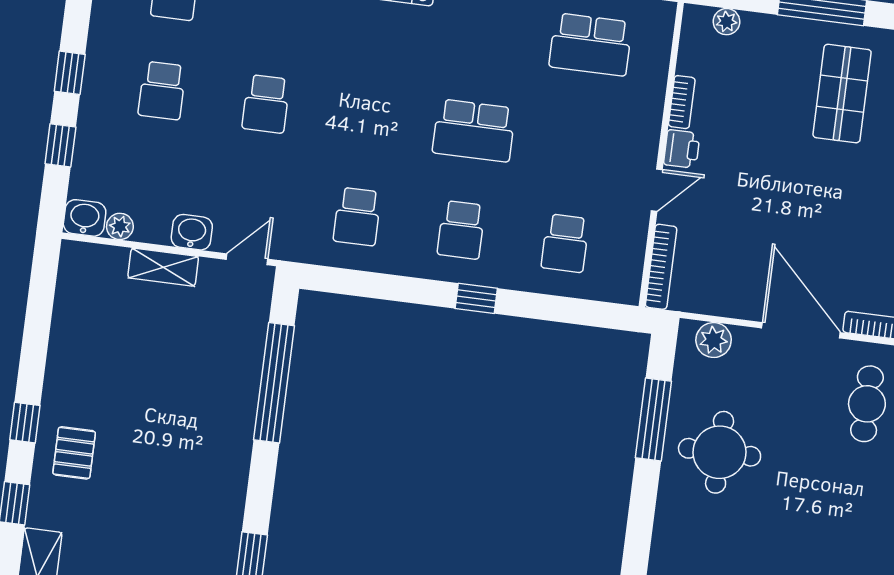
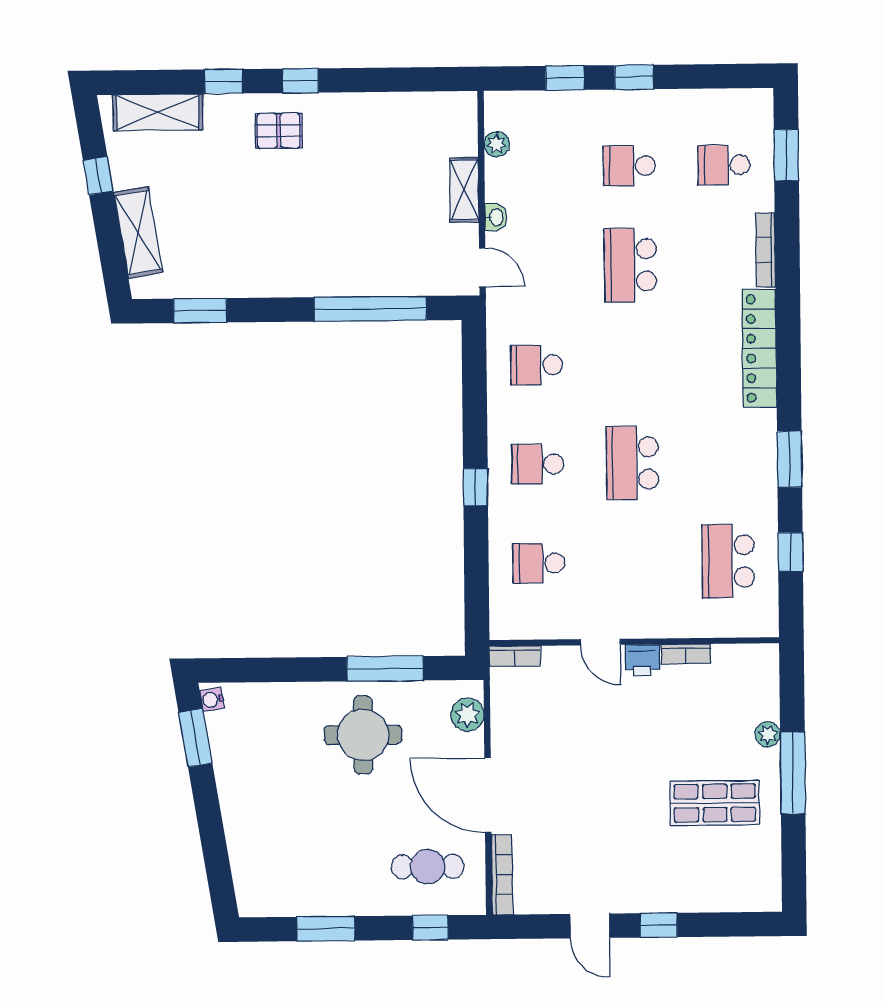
plant: (727, 22) -> (768, 734), moved
school desk: (266, 104) -> (630, 265), width x1.85
washbasin: (85, 218) -> (500, 110), removed
washbasin: (192, 232) -> (496, 217), width x0.72, depth x0.69
bookcase: (661, 267) -> (515, 656), width x0.64
door: (801, 330) -> (488, 795), swing flipped

